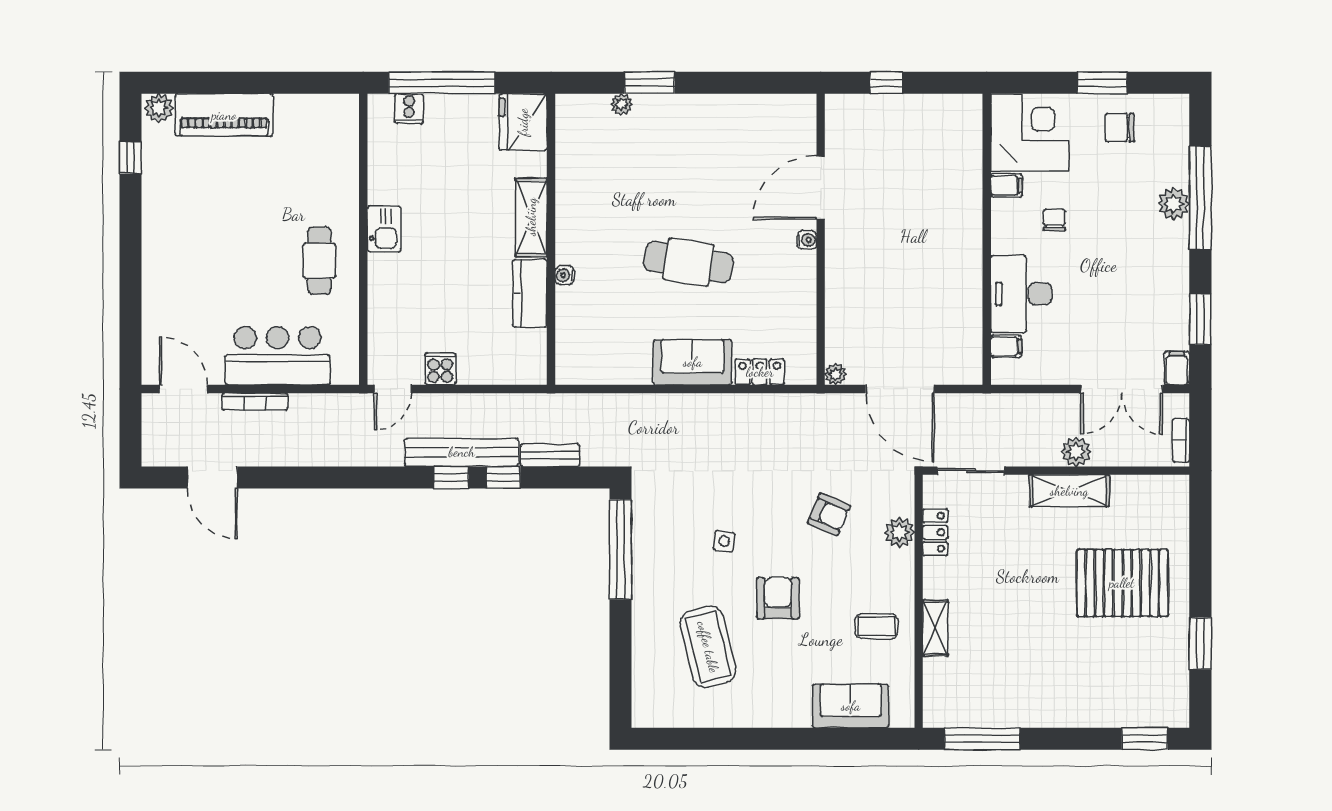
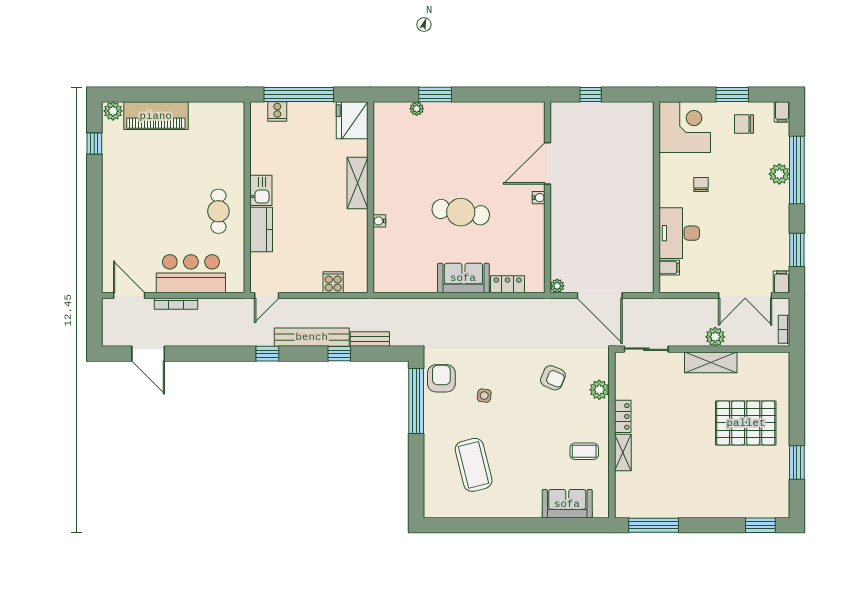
filing cabinet: (1006, 185) -> (782, 112), moved, turned 90
kitchen counter: (530, 293) -> (261, 230), moved, turned 180
cooker: (440, 369) -> (333, 282), moved
window: (451, 477) -> (267, 354), moved
locker: (935, 532) -> (623, 416), moved
armchair: (778, 598) -> (441, 378), moved

